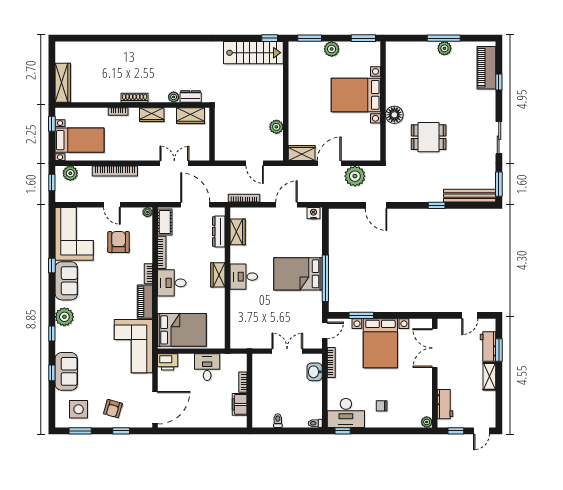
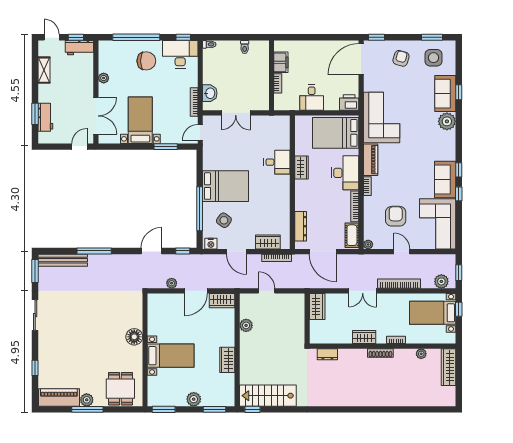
piano: (486, 68) -> (59, 397), moved, turned -90
wardrobe: (296, 90) -> (227, 360), added
bed with nightstands: (356, 95) -> (171, 356), width x0.73
plant: (174, 97) -> (421, 354), moved
wardrobe: (190, 116) -> (317, 306), moved, turned 90
window: (52, 124) -> (459, 309), moved
dining table: (429, 137) -> (120, 389), moved, turned 90
double door: (174, 163) -> (363, 291), moved
plant: (355, 176) -> (172, 283), width x0.53, depth x0.53
door: (286, 205) -> (236, 252), hinge flipped
window: (343, 205) -> (183, 251), added
door: (376, 205) -> (152, 251), hinge flipped
window: (437, 205) -> (94, 251), width x2.17
wardrobe: (238, 232) -> (268, 242), moved, turned 90
side table: (300, 238) -> (224, 220), added
armchair: (119, 242) -> (396, 216), turned 180
wardrobe: (218, 275) -> (302, 168), moved
desk: (244, 277) -> (277, 162), moved
window: (325, 278) -> (200, 209), moved
desk: (172, 283) -> (345, 173), width x1.37
door: (470, 315) -> (80, 147), moved
plant: (64, 317) -> (447, 121), moved
window: (52, 334) -> (459, 170), moved
bed with nightstands: (380, 343) -> (140, 120), width x0.73
shelving: (489, 376) -> (44, 70), moved
workbench: (445, 404) -> (79, 48), moved, turned -90
chair: (382, 406) -> (146, 61), width x1.87, depth x1.87
plant: (427, 422) -> (104, 78), moved
window: (121, 431) -> (376, 37), moved
window: (392, 431) -> (136, 37), added
door: (482, 431) -> (52, 37), hinge flipped

